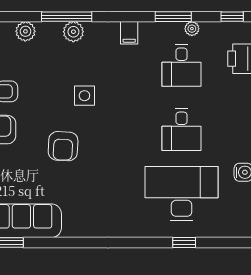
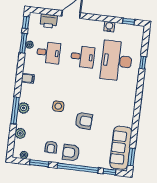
window: (173, 17) -> (23, 43), moved

